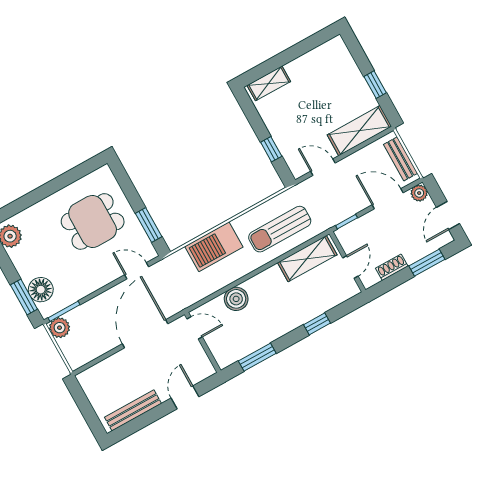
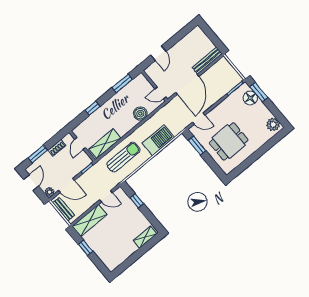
plant: (60, 328) -> (236, 79), removed
bench: (133, 410) -> (207, 61), moved

